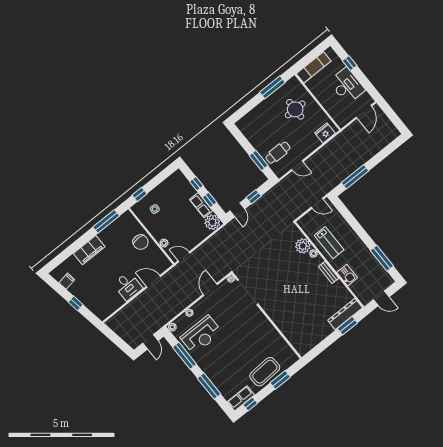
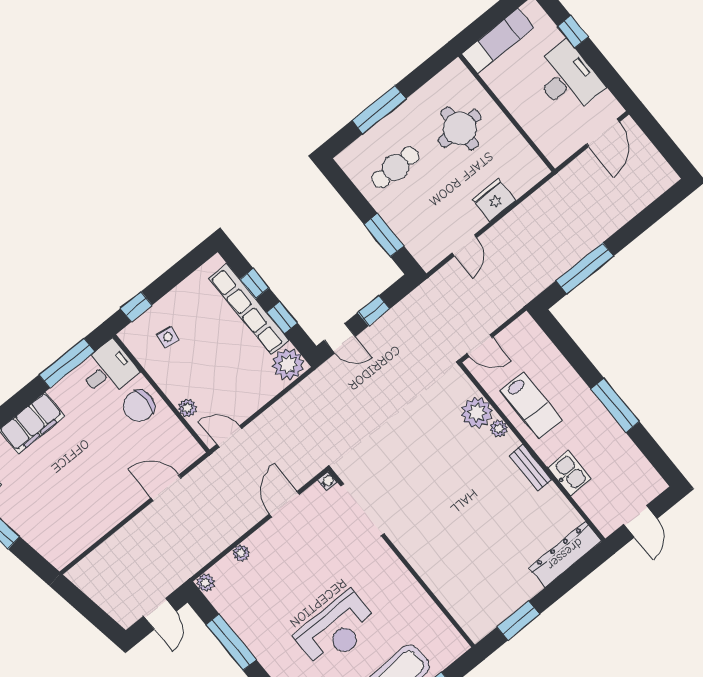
window: (272, 87) -> (379, 110), moved
fridge: (325, 133) -> (494, 200), moved
cafe table: (278, 153) -> (395, 167), moved
door: (297, 166) -> (464, 245), hinge flipped
door: (317, 203) -> (480, 345), moved
row of seats: (201, 205) -> (249, 309), width x2.02
door: (237, 210) -> (340, 338), hinge flipped
chair: (141, 242) -> (139, 406), turned 90
window: (382, 258) -> (615, 405), moved
desk: (128, 286) -> (108, 370), moved, turned -90
door: (381, 298) -> (640, 521), hinge flipped
window: (347, 326) -> (518, 621), moved
reception desk: (201, 335) -> (336, 630), moved

